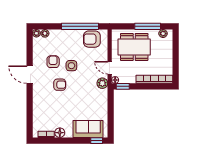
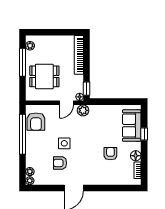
dining table: (134, 47) -> (44, 76), width x0.73
armchair: (60, 85) -> (110, 154), moved
window: (97, 141) -> (144, 134), moved

